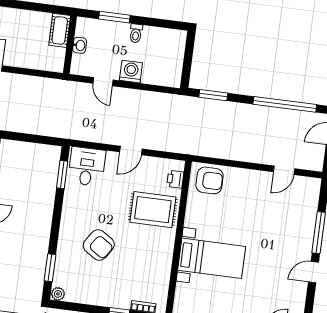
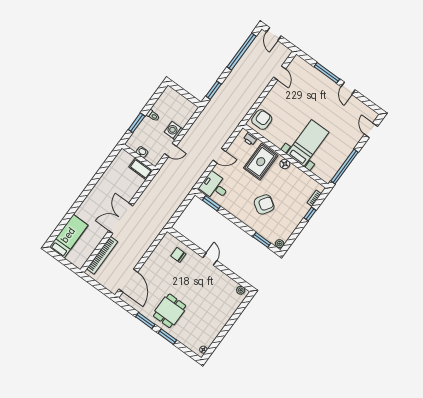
cot: (60, 30) -> (141, 169), moved
door: (131, 150) -> (219, 156), hinge flipped
floor lamp: (167, 243) -> (285, 164), added

